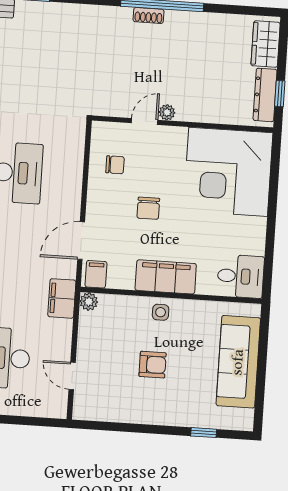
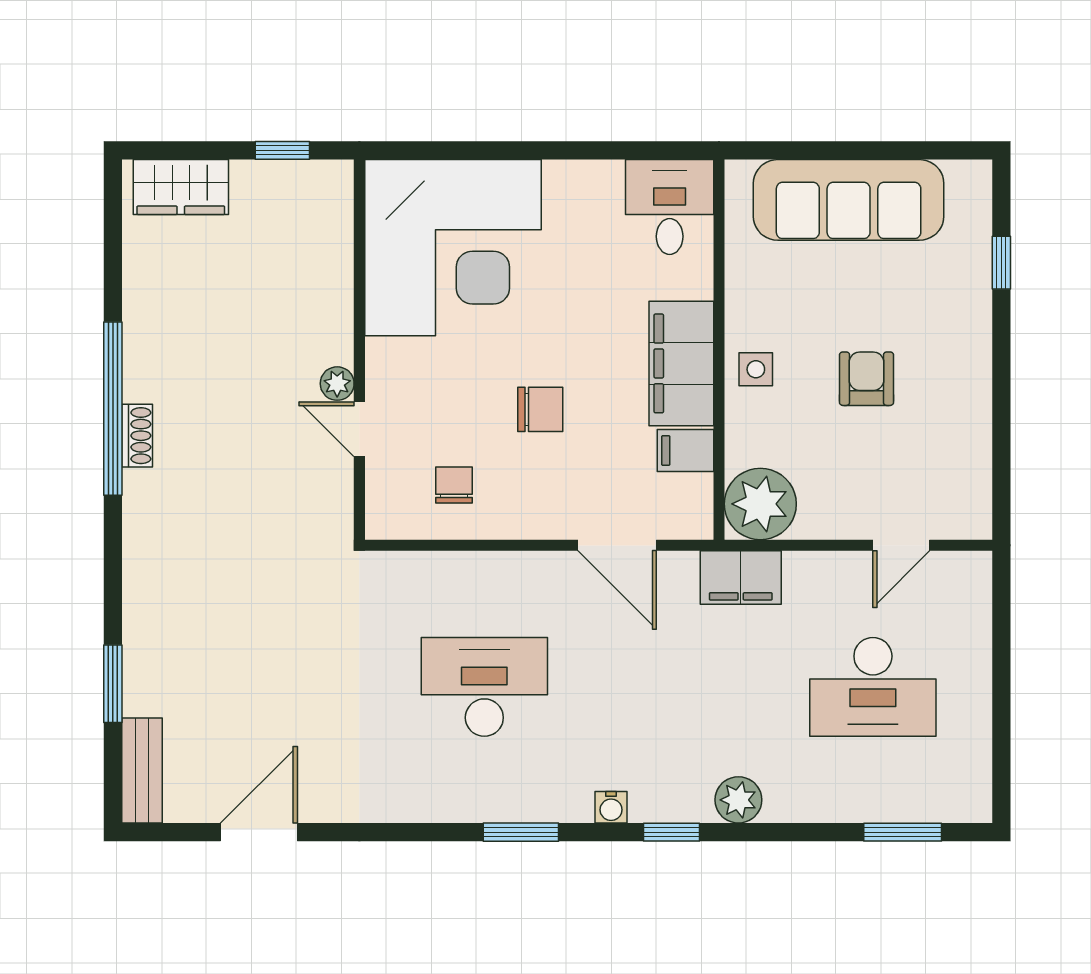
dresser: (265, 95) -> (287, 181), removed
filing cabinet: (96, 274) -> (685, 450), moved
plant: (89, 302) -> (760, 504), width x1.87, depth x1.87

